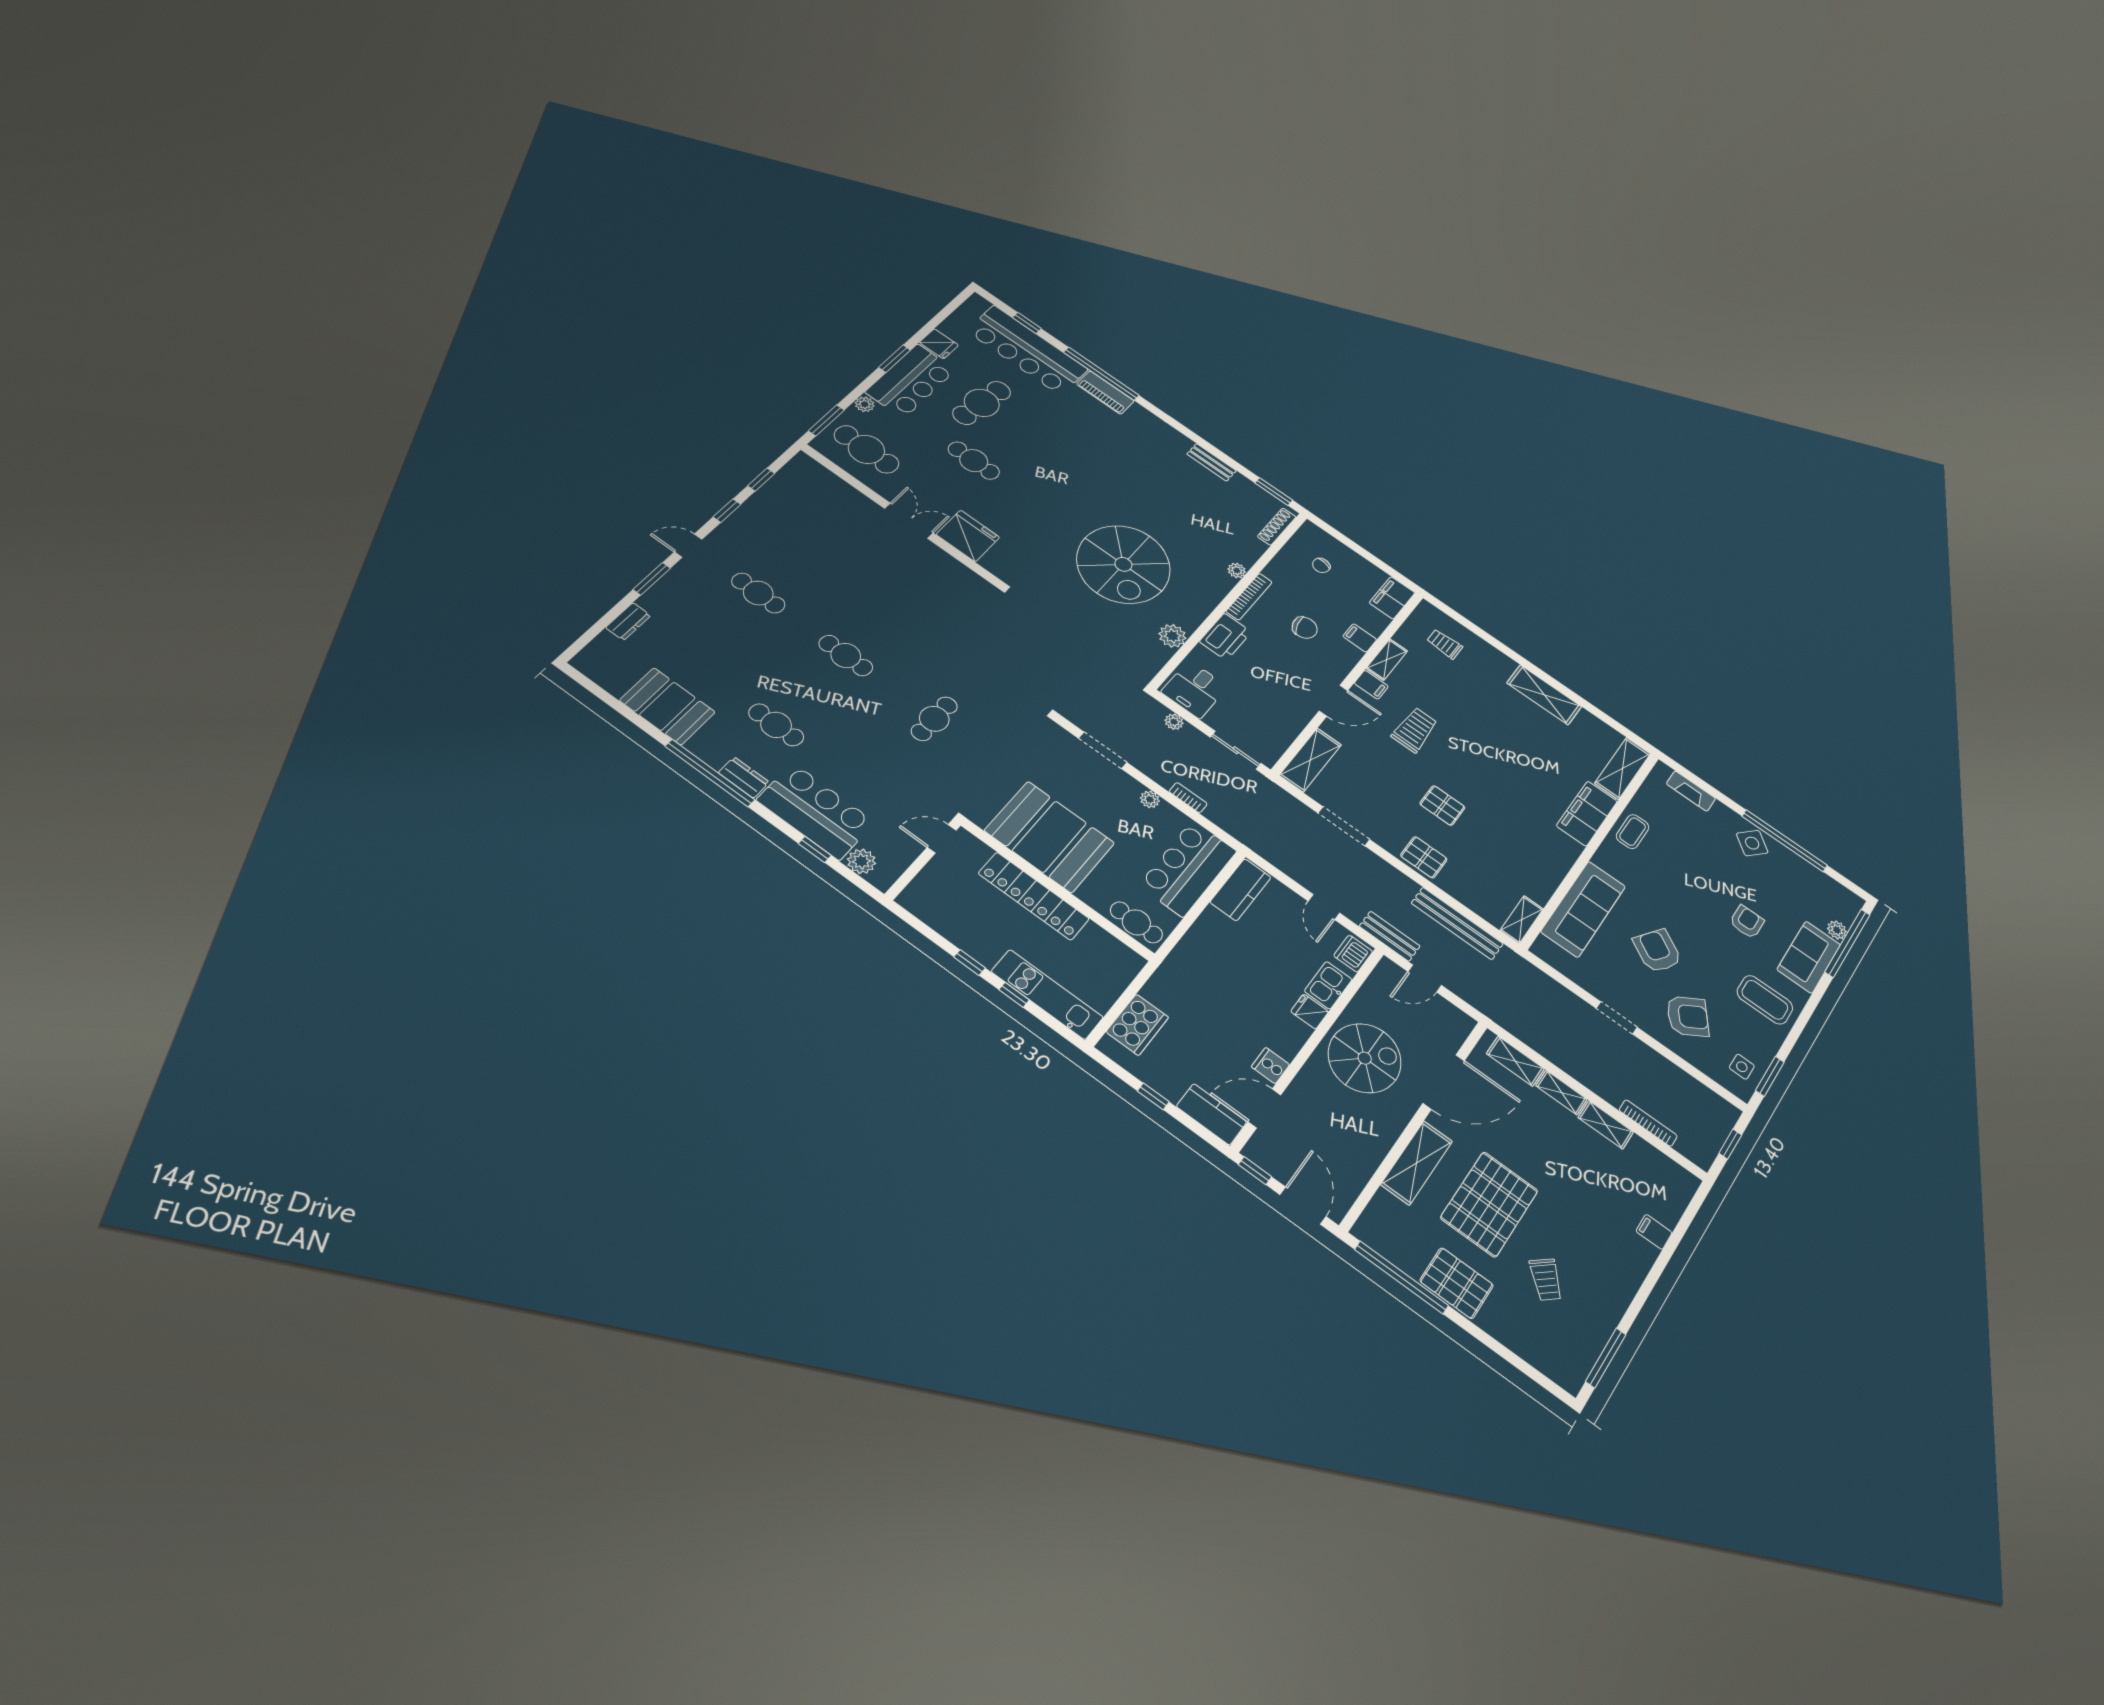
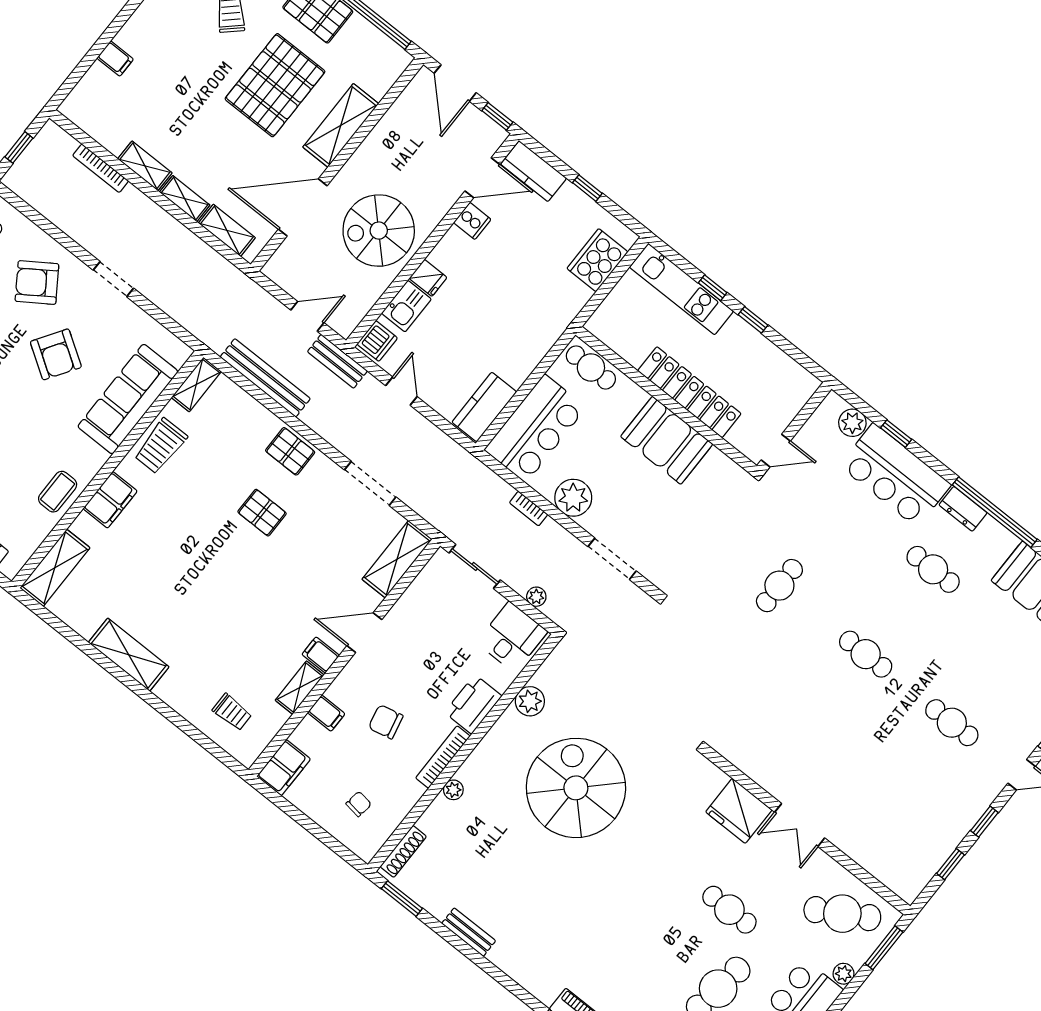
cafe table: (866, 449) -> (842, 914), turned -30
trolley: (1415, 730) -> (161, 446), moved
plant: (1150, 799) -> (573, 498), width x1.88, depth x1.88
filing cabinet: (1587, 814) -> (110, 500), width x0.67, depth x0.86
booth: (1049, 837) -> (667, 440), width x0.73, depth x0.70

